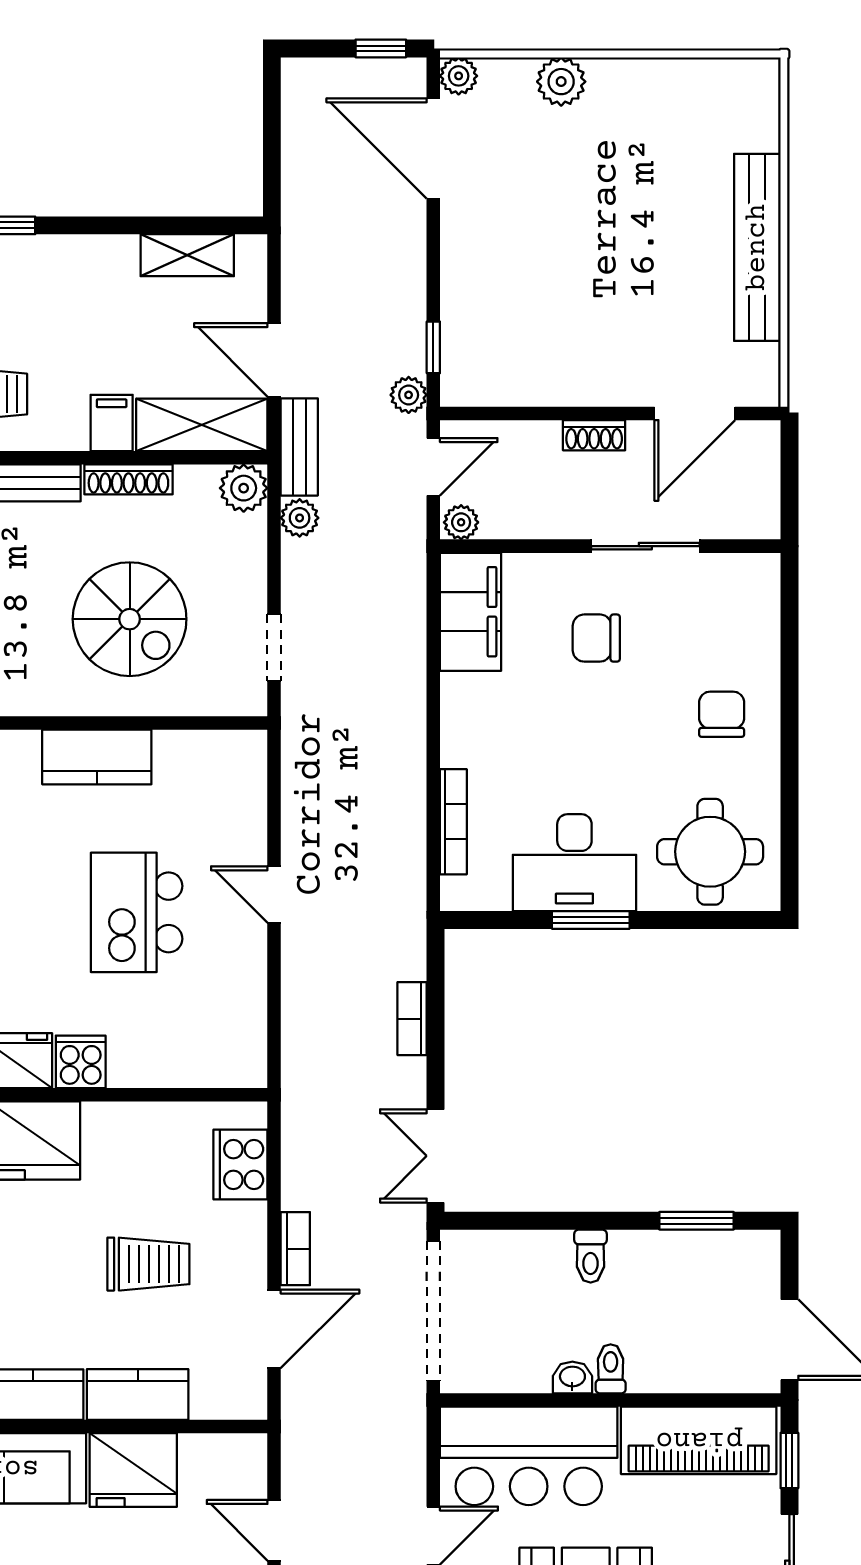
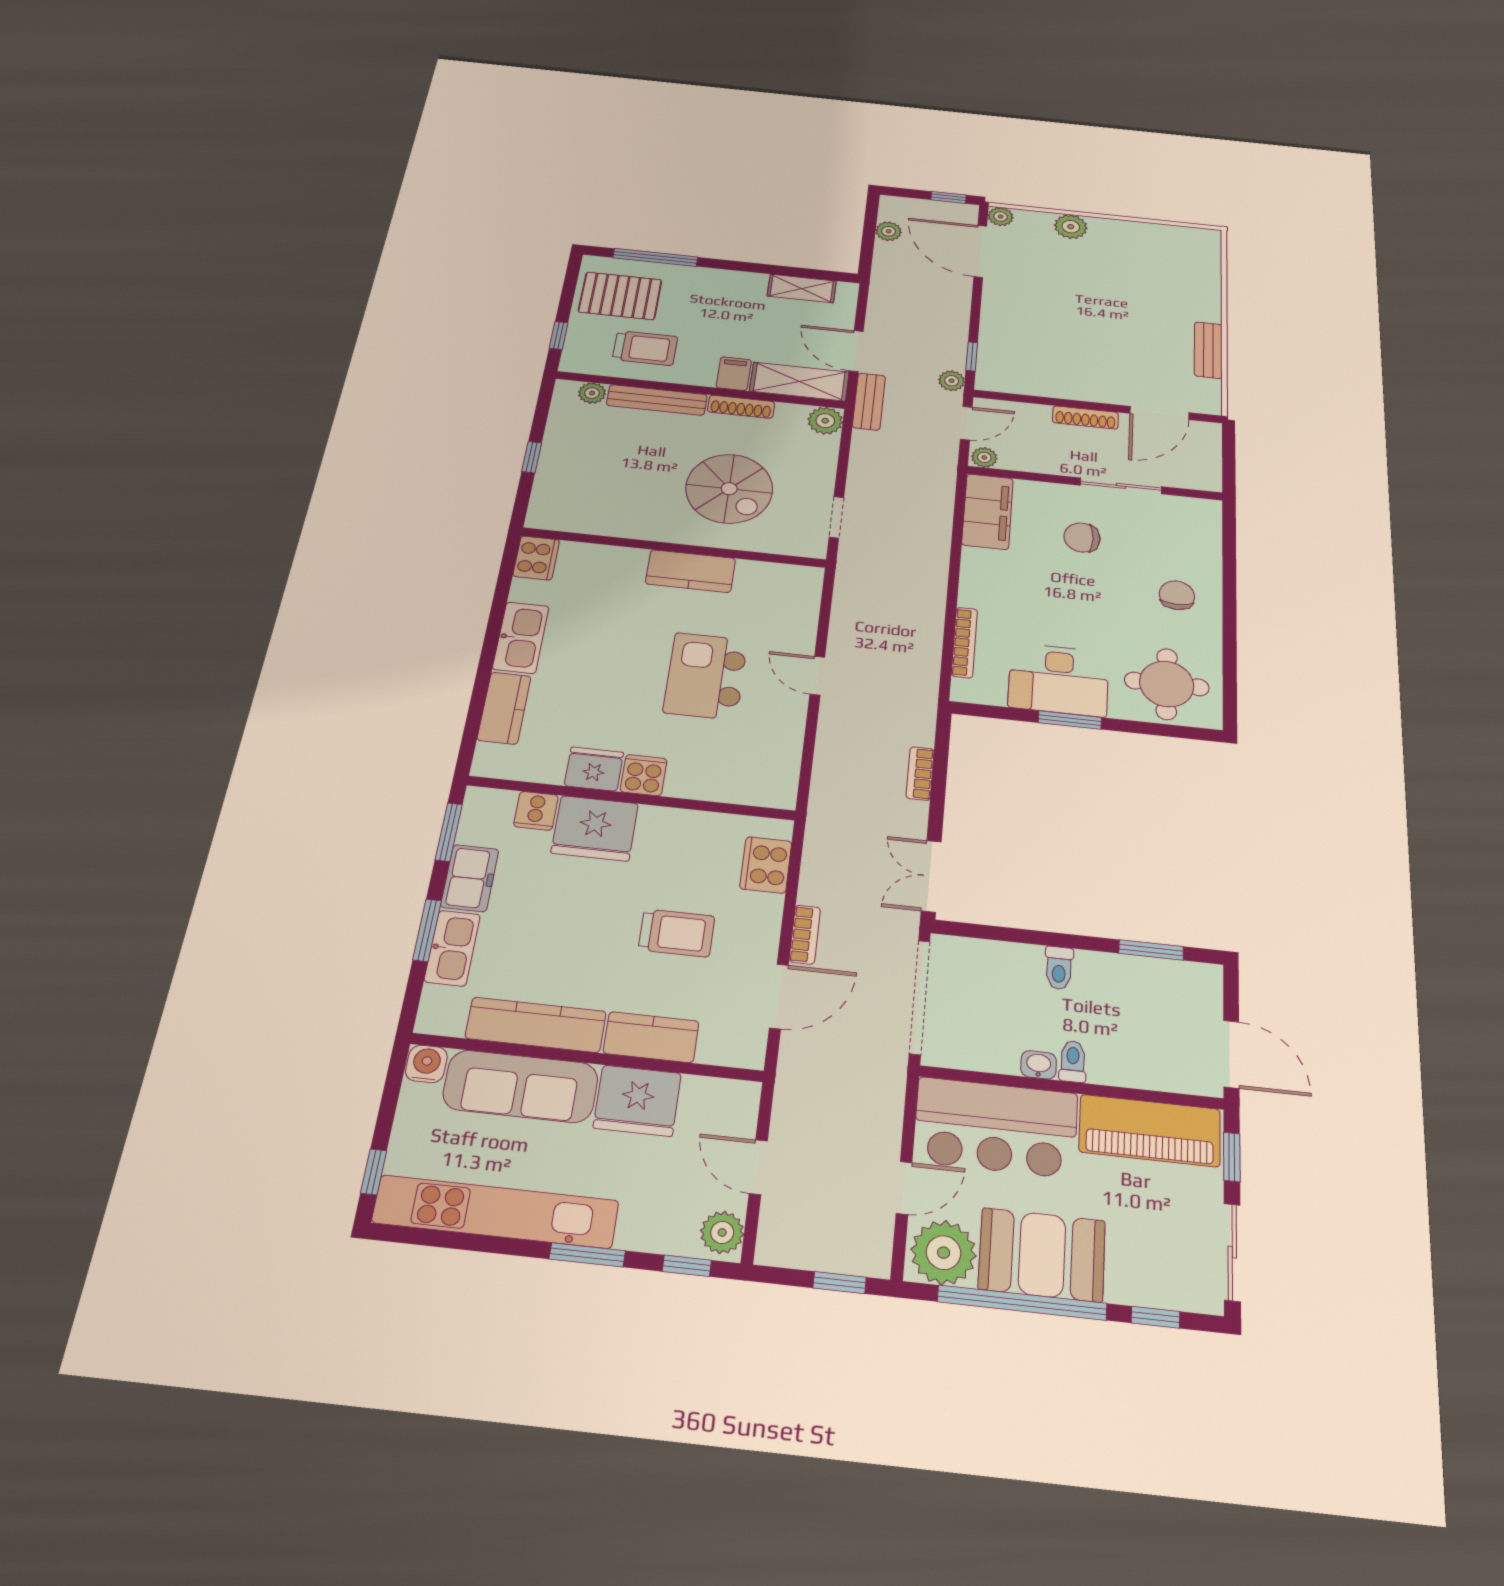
bench: (757, 247) -> (1208, 350), width x0.54, depth x0.82
shoe rack: (594, 435) -> (1085, 418), width x1.43
plant: (300, 518) -> (889, 231), moved

